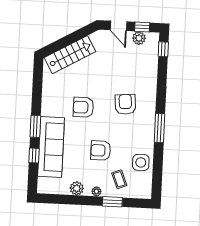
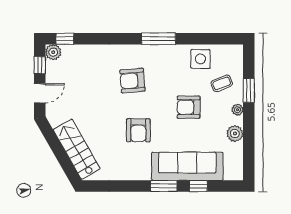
plant: (139, 38) -> (53, 52), moved
armchair: (101, 150) -> (189, 107), turned 90

